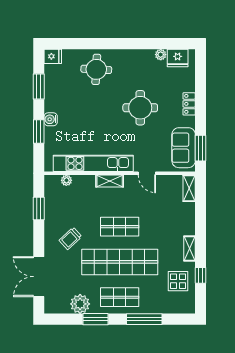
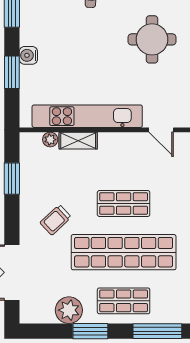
shelving: (110, 181) -> (78, 141), moved

